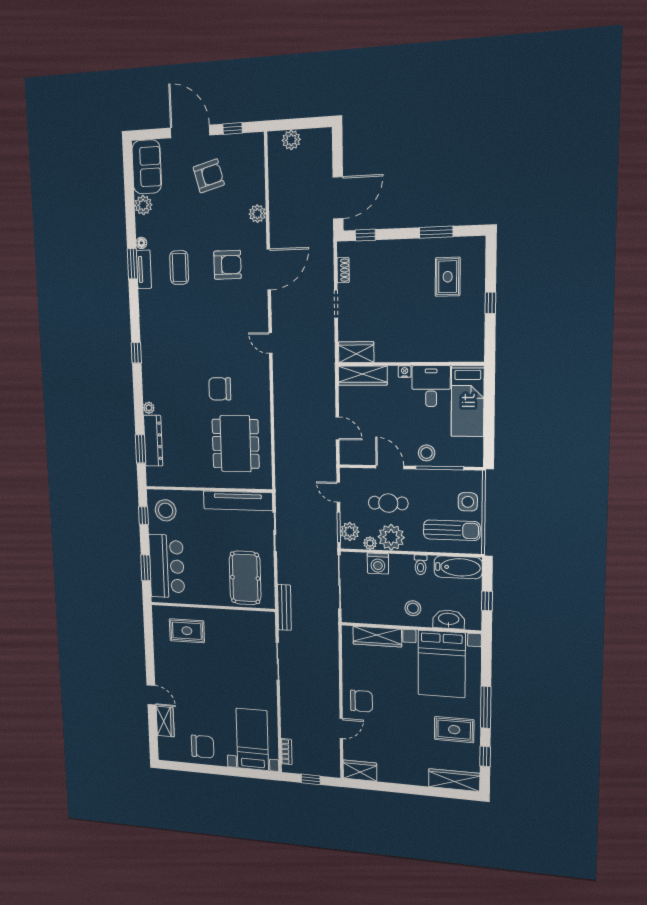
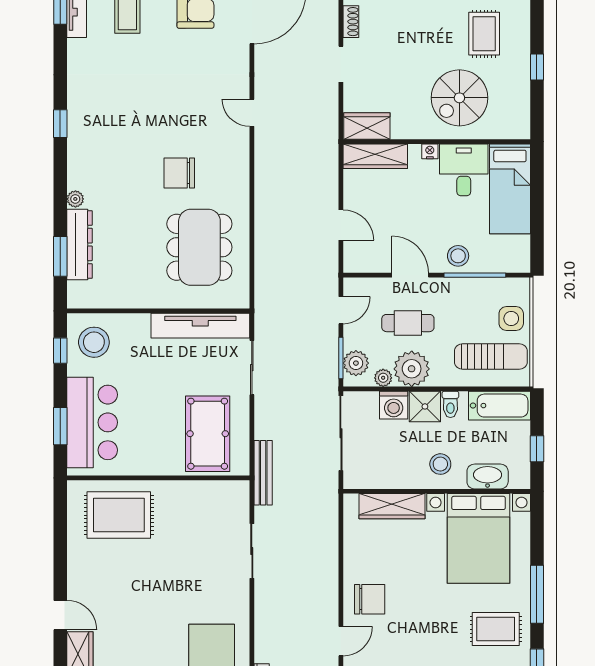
spiral stairs: (428, 329) -> (459, 98), added
door: (338, 492) -> (341, 310), swing flipped
shower: (401, 566) -> (425, 406), added
rug: (187, 631) -> (119, 515), width x1.36, depth x1.43

